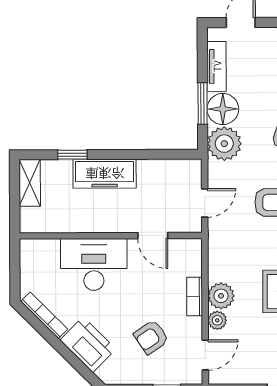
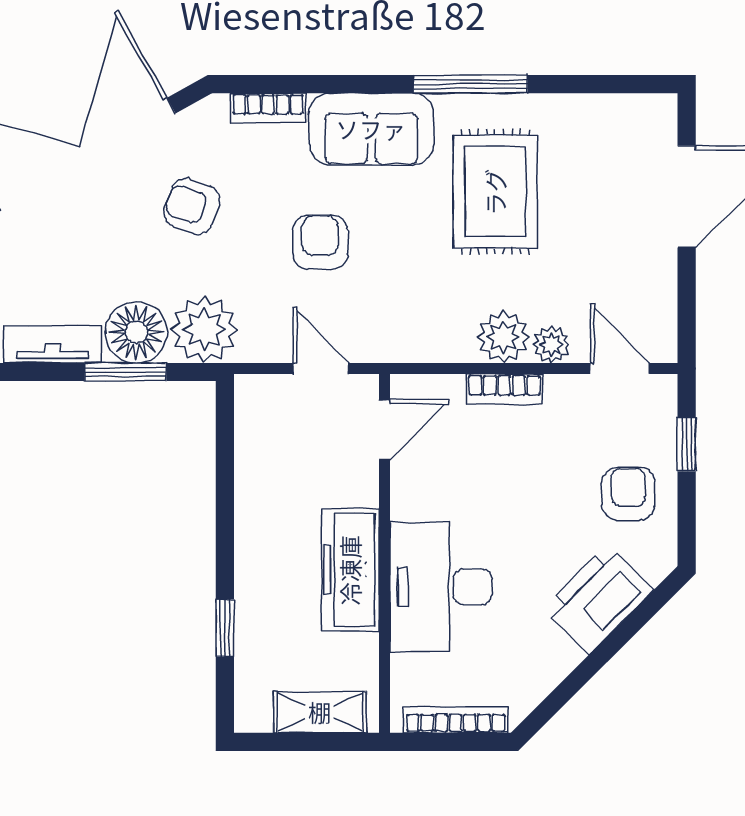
freezer: (105, 174) -> (350, 570), moved, turned 180
shelving: (30, 183) -> (320, 712), moved
door: (153, 236) -> (384, 430), moved
bookcase: (44, 315) -> (456, 720), moved, turned 45
armchair: (151, 337) -> (628, 494), moved, turned -146

